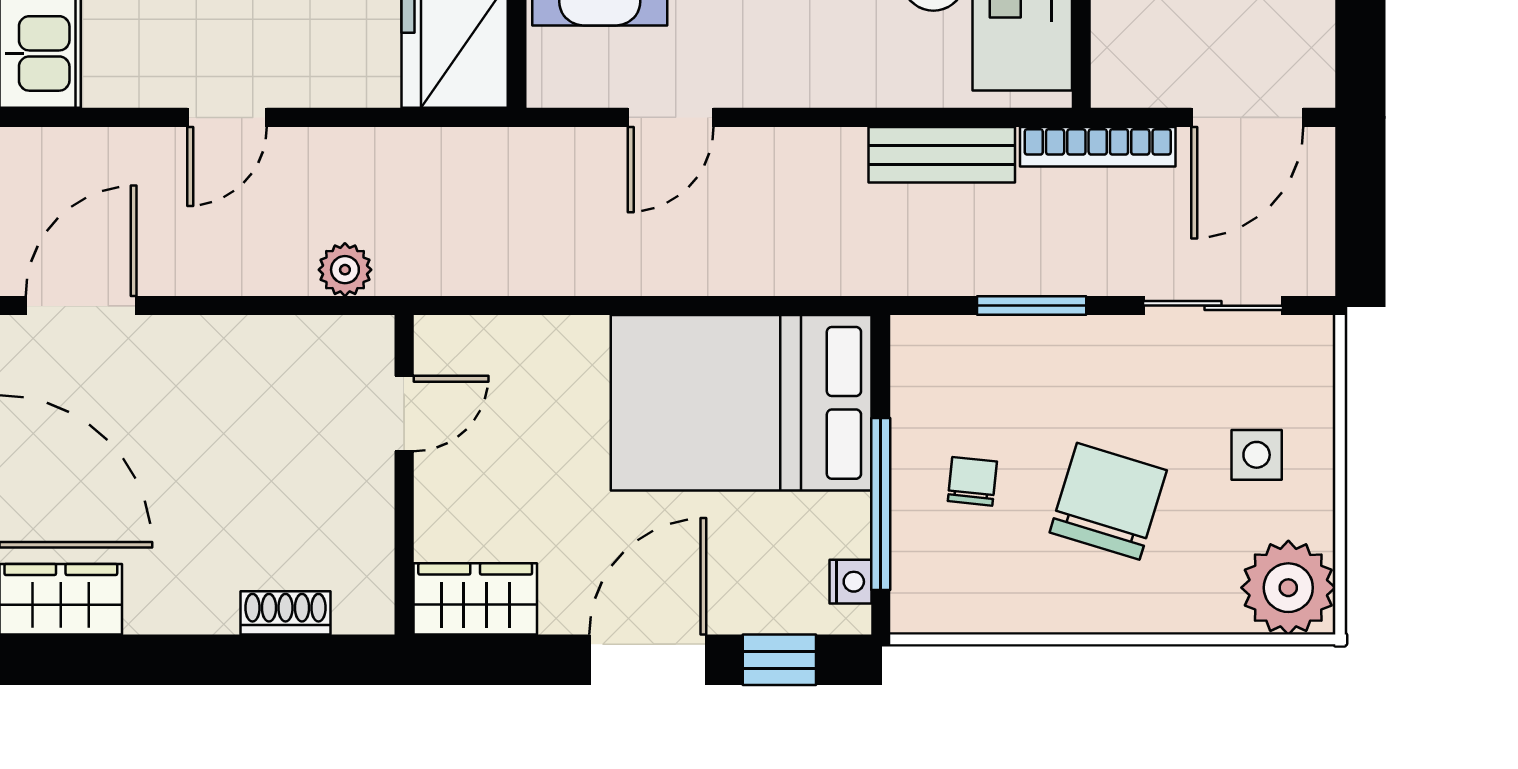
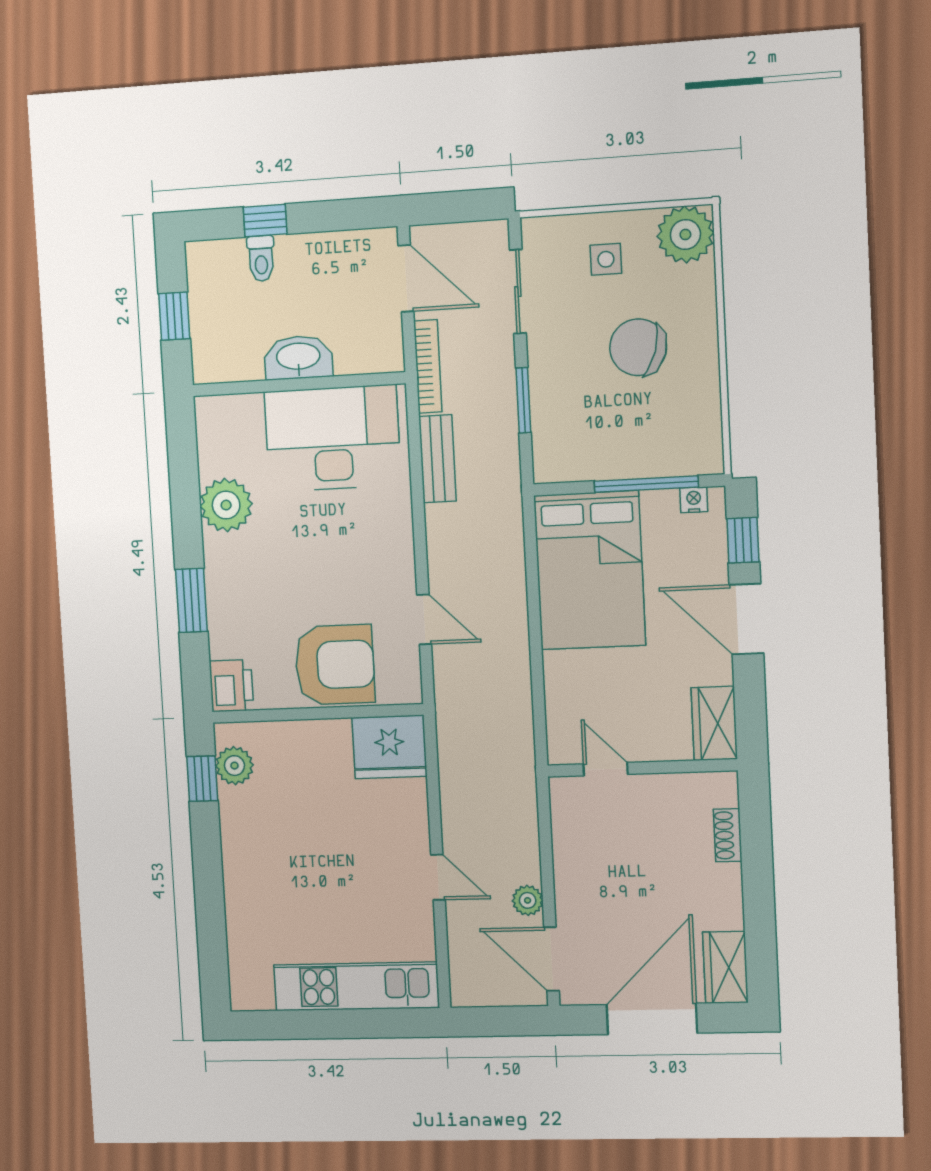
plant: (345, 270) -> (528, 900), moved
chair: (972, 481) -> (630, 430), removed

